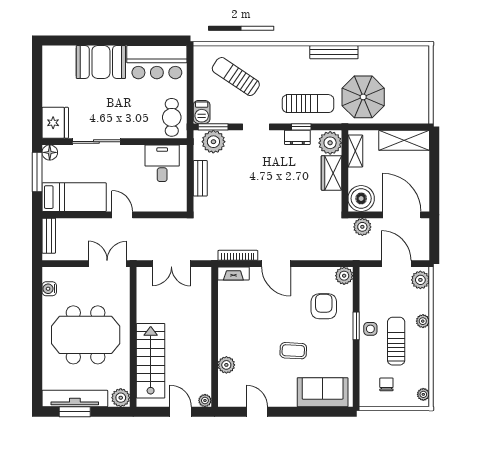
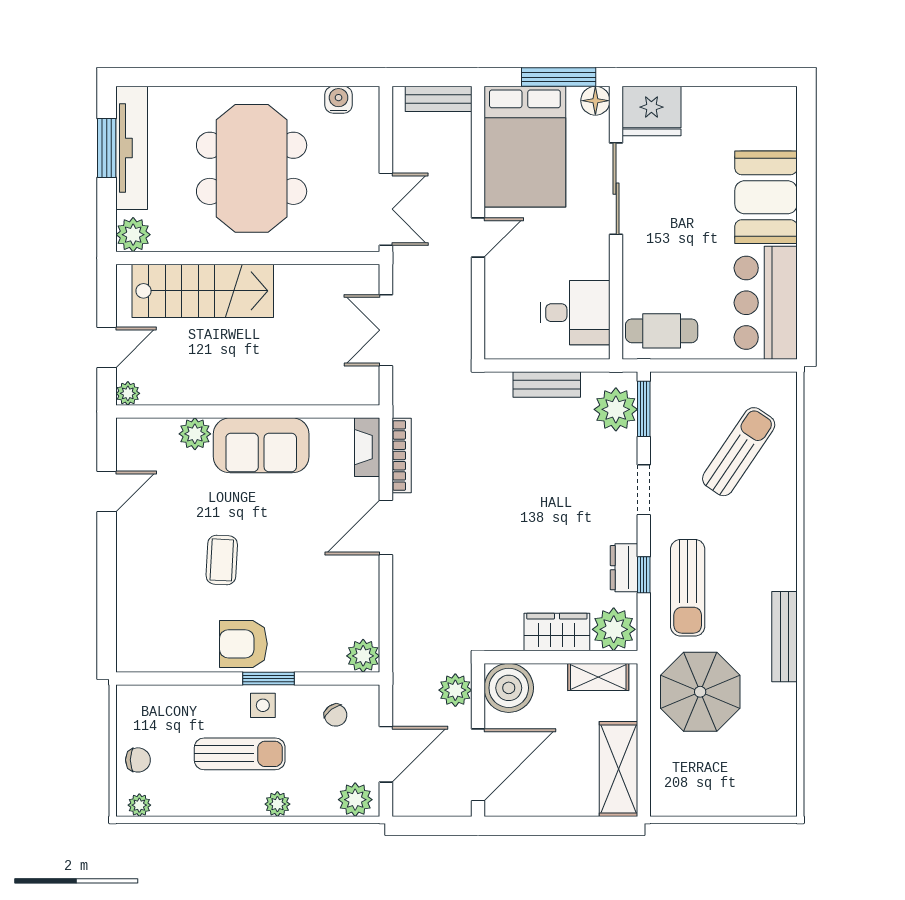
barbecue: (202, 112) -> (672, 387), removed
bed: (74, 197) -> (525, 147), width x1.50
chair: (376, 290) -> (336, 715), added
armchair: (324, 306) -> (243, 644), moved, turned 180
chair: (386, 384) -> (138, 760), moved
sofa: (323, 392) -> (261, 445), moved, turned 90

